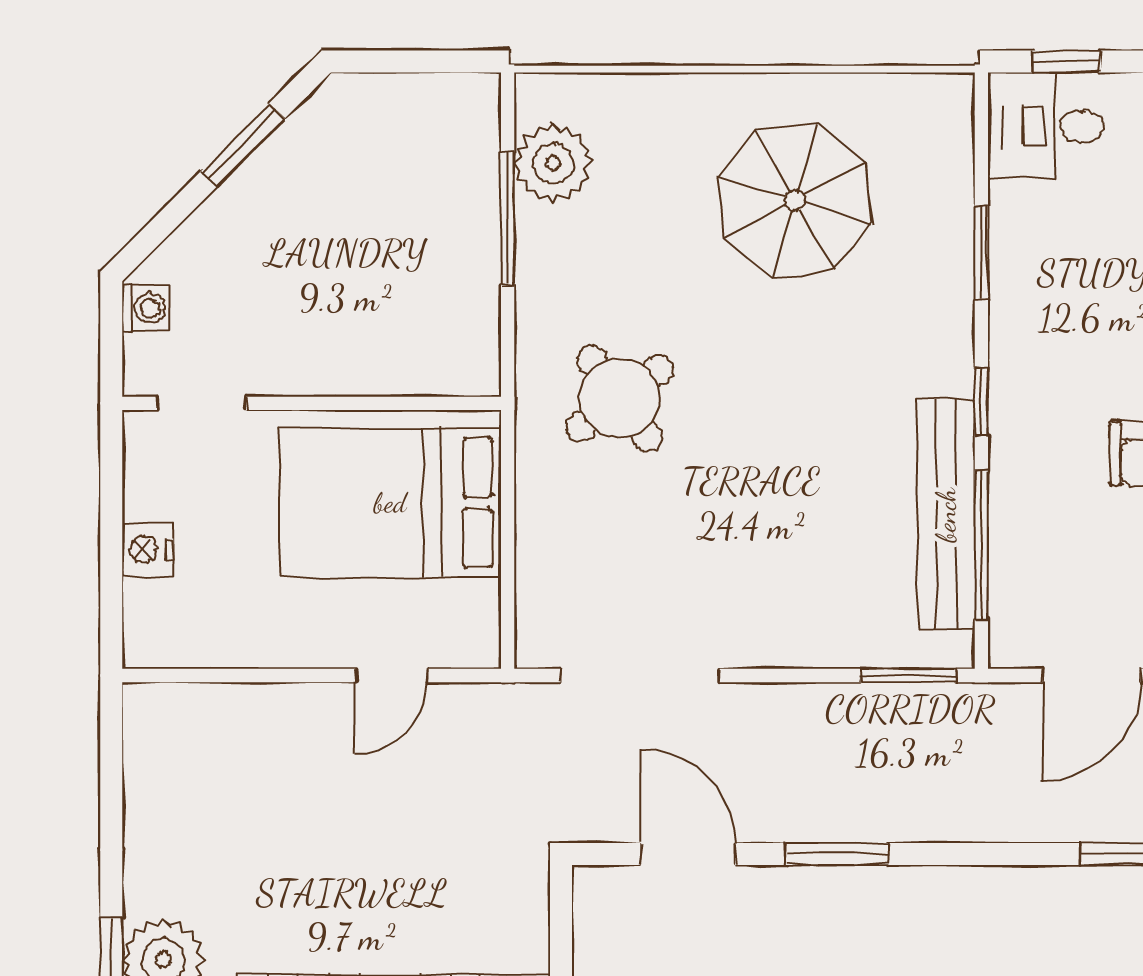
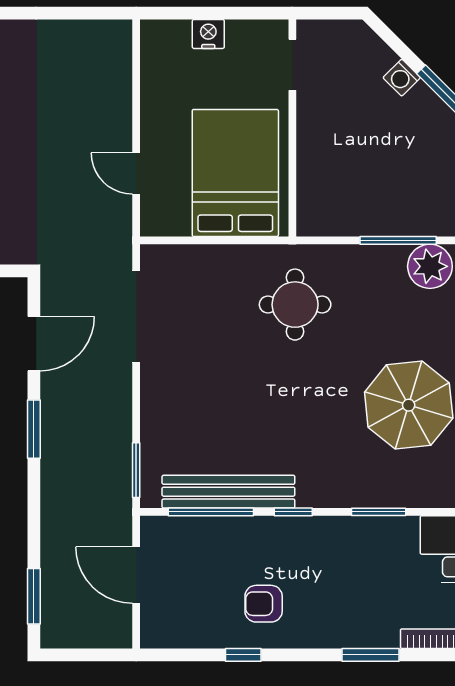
washing machine: (146, 308) -> (402, 78), moved, turned 45
round table: (620, 398) -> (295, 305), turned 36

